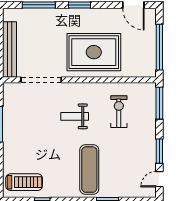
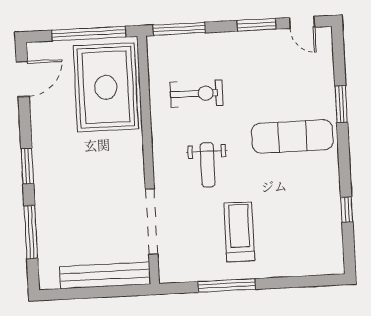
rug: (94, 52) -> (106, 87), moved
exercise bike: (119, 112) -> (196, 94), turned 180
treadmill: (24, 182) -> (239, 232), moved

